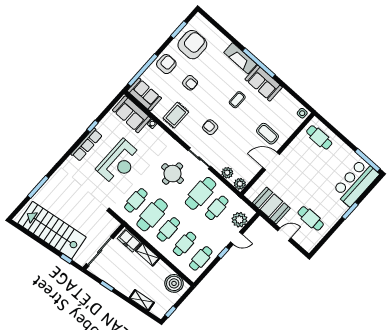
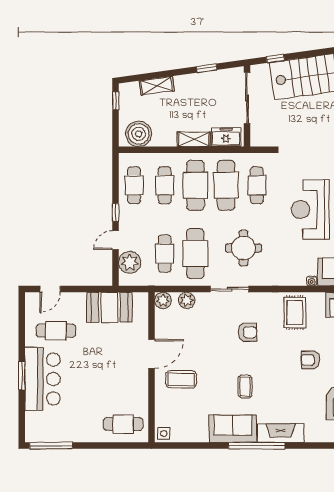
bar counter: (356, 183) -> (42, 379), moved
cafe table: (168, 229) -> (195, 185), width x1.37, depth x1.35
door: (284, 234) -> (50, 289), moved

